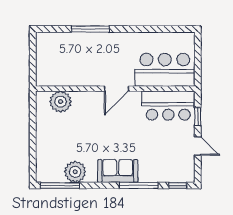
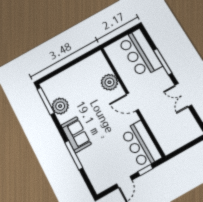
double door: (141, 29) -> (183, 95), added
bar counter: (165, 70) -> (140, 53), moved, turned 180
plant: (61, 102) -> (109, 82), moved
window: (178, 185) -> (88, 183), removed

